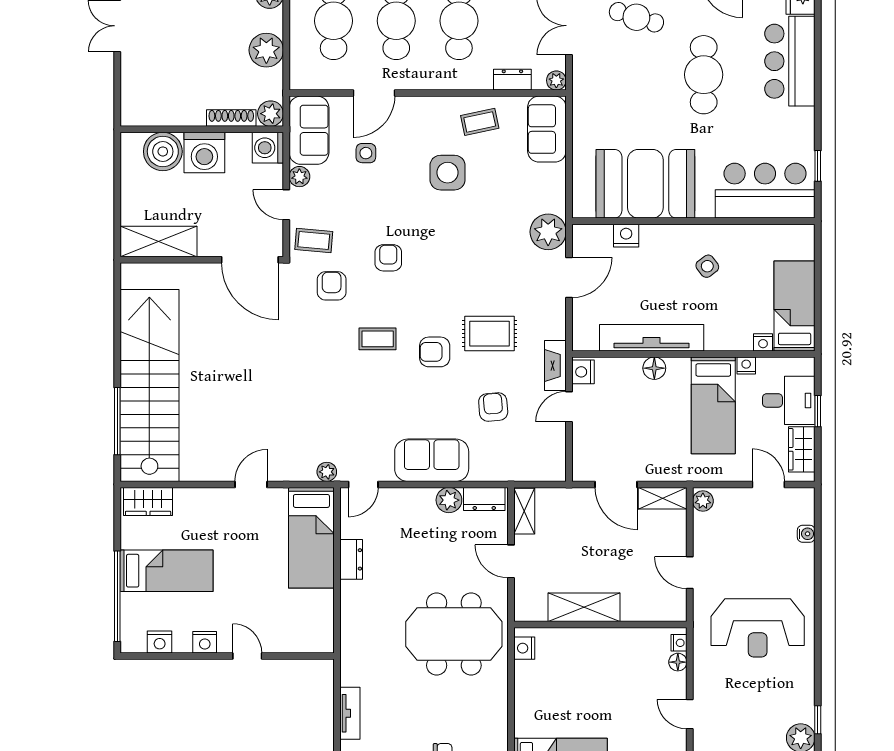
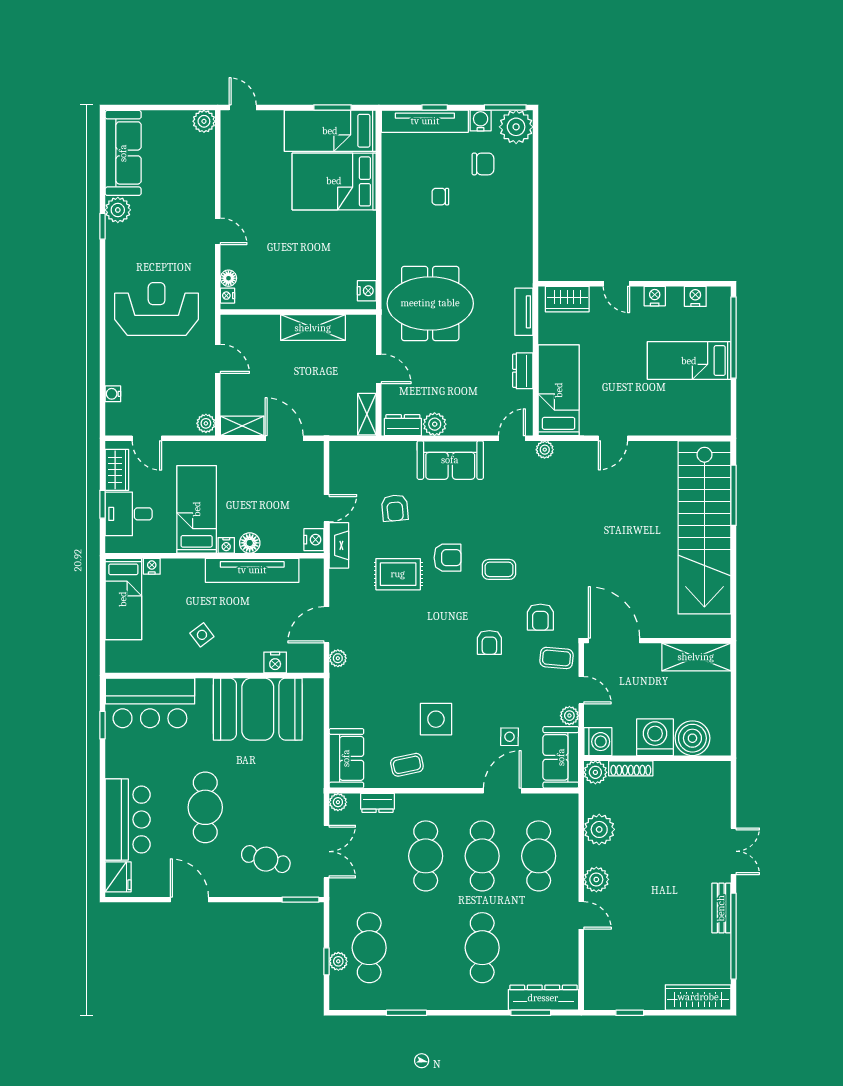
plant: (548, 232) -> (338, 658), width x0.53, depth x0.53
nightstand: (746, 366) -> (226, 545), moved
wardrobe: (148, 501) -> (567, 299), moved, turned 180
tv unit: (350, 713) -> (524, 312), moved

